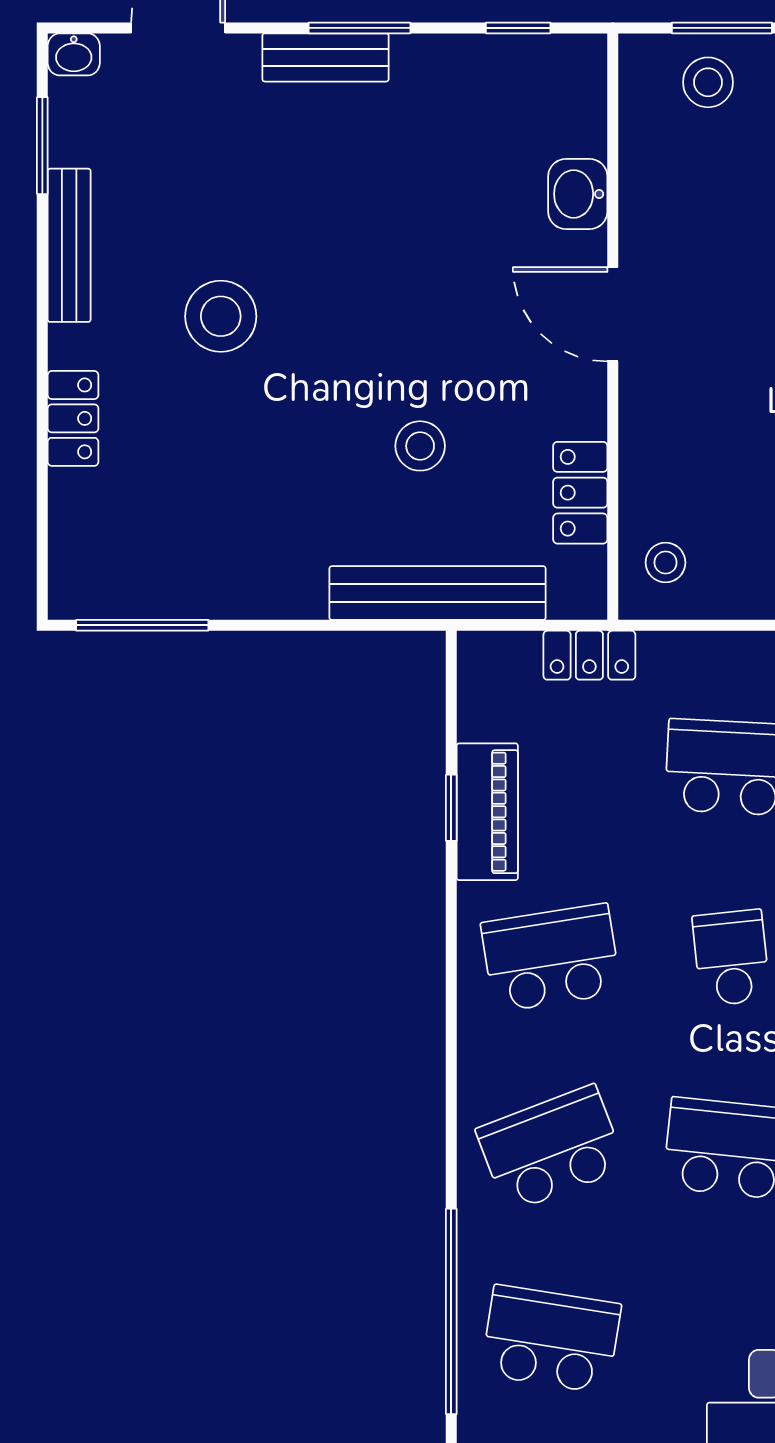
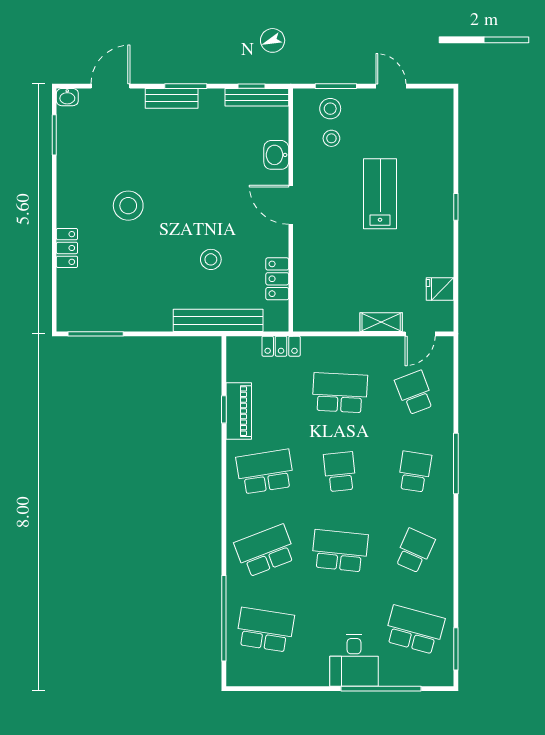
bench: (69, 245) -> (257, 97), moved, turned 90
stool: (666, 563) -> (331, 138), moved

